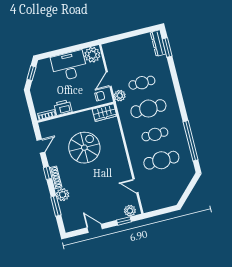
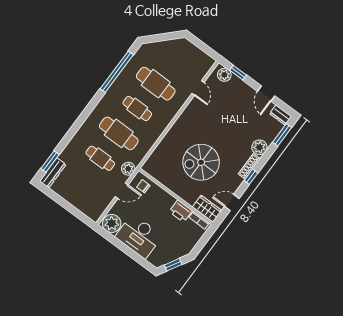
wardrobe: (105, 113) -> (207, 209), moved
window: (56, 206) -> (282, 135), moved
dresser: (73, 226) -> (280, 115), added

